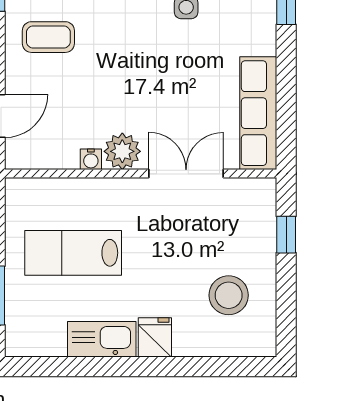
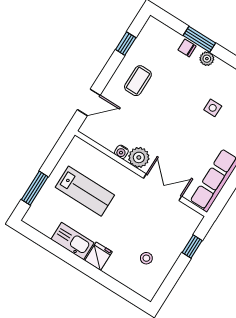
coffee table: (48, 37) -> (138, 81), turned 90
lab bench: (73, 253) -> (85, 191), turned 180
stool: (229, 295) -> (146, 258), width x0.53, depth x0.53

